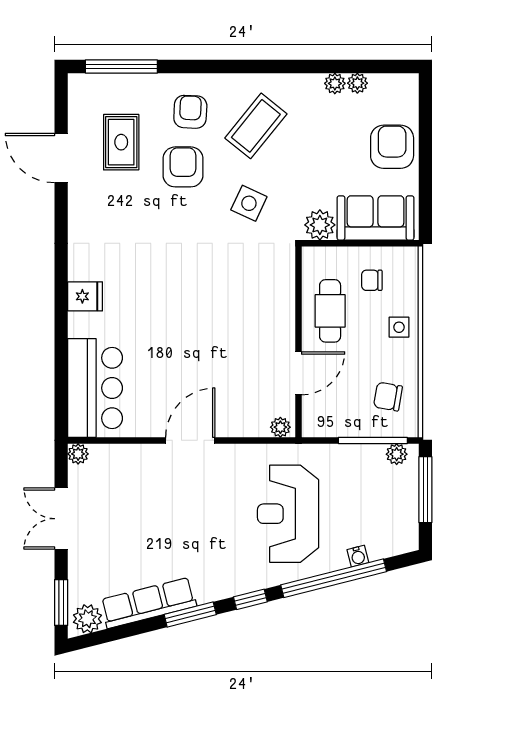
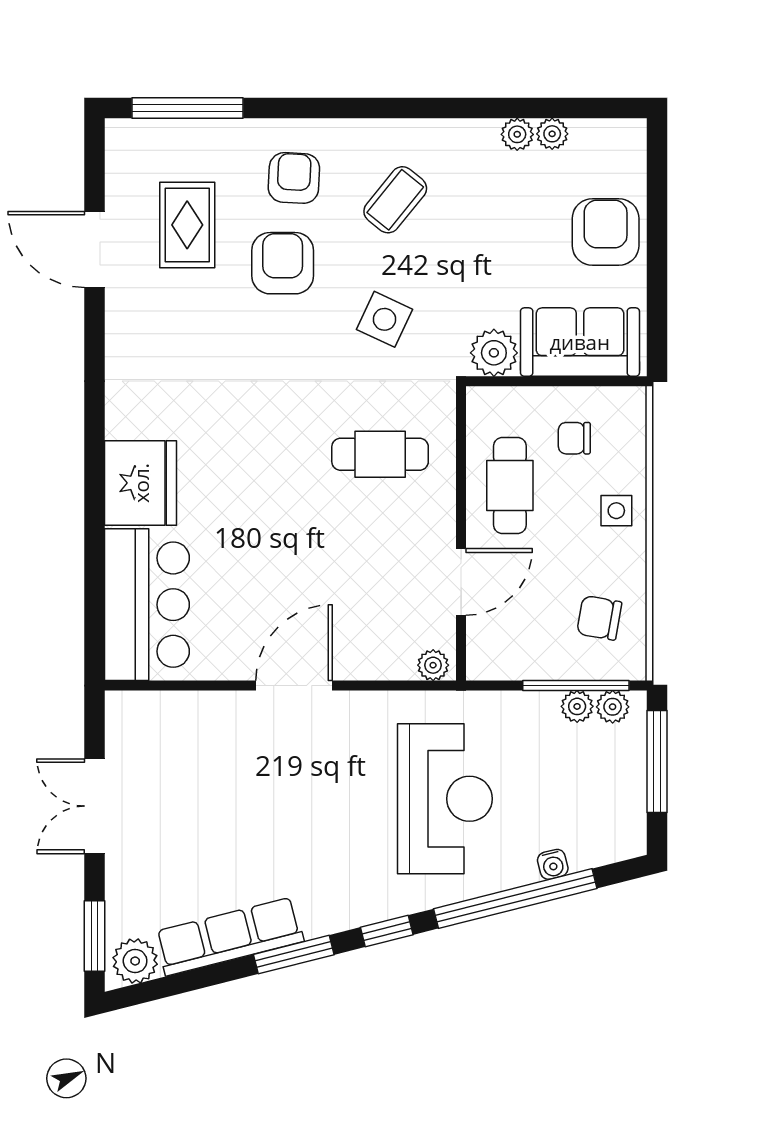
coffee table: (256, 126) -> (395, 200), width x0.73, depth x0.77
cafe table: (246, 291) -> (380, 454), added
fridge: (85, 296) -> (141, 483), width x1.88, depth x1.34
plant: (78, 454) -> (577, 706), moved
reception desk: (288, 514) -> (445, 799), turned 180

